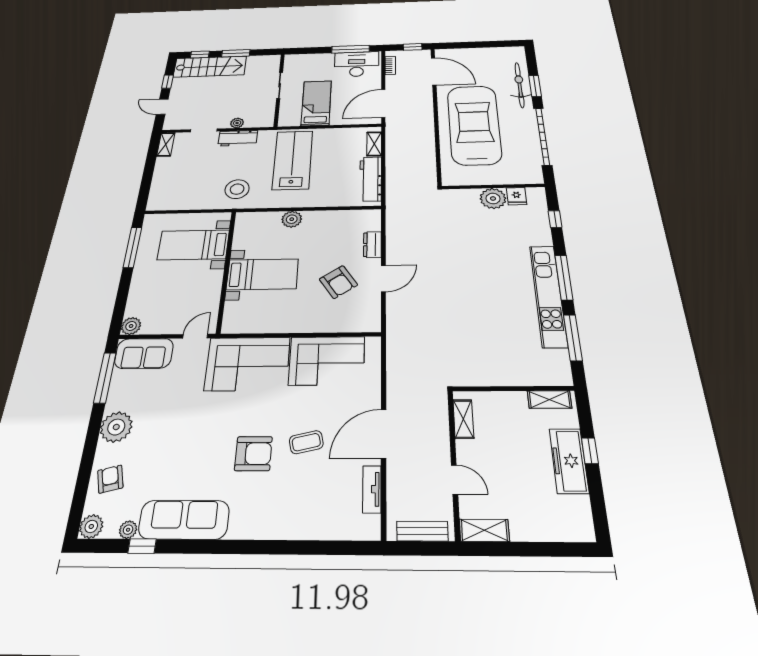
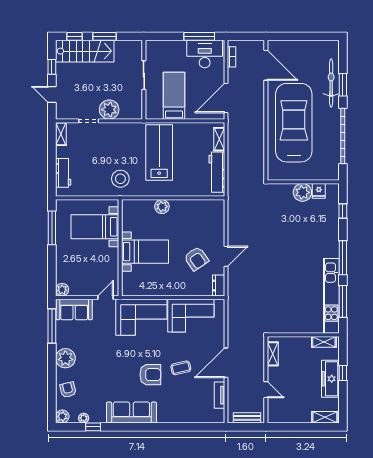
window: (413, 47) -> (250, 36), removed
plant: (237, 123) -> (109, 110), width x1.88, depth x1.88
workbench: (238, 138) -> (63, 173), moved, turned -90
dresser: (372, 245) -> (219, 286), moved
kitchen unit: (548, 295) -> (331, 296), moved
sofa: (184, 520) -> (131, 412), moved
shelving: (484, 530) -> (325, 417), moved

